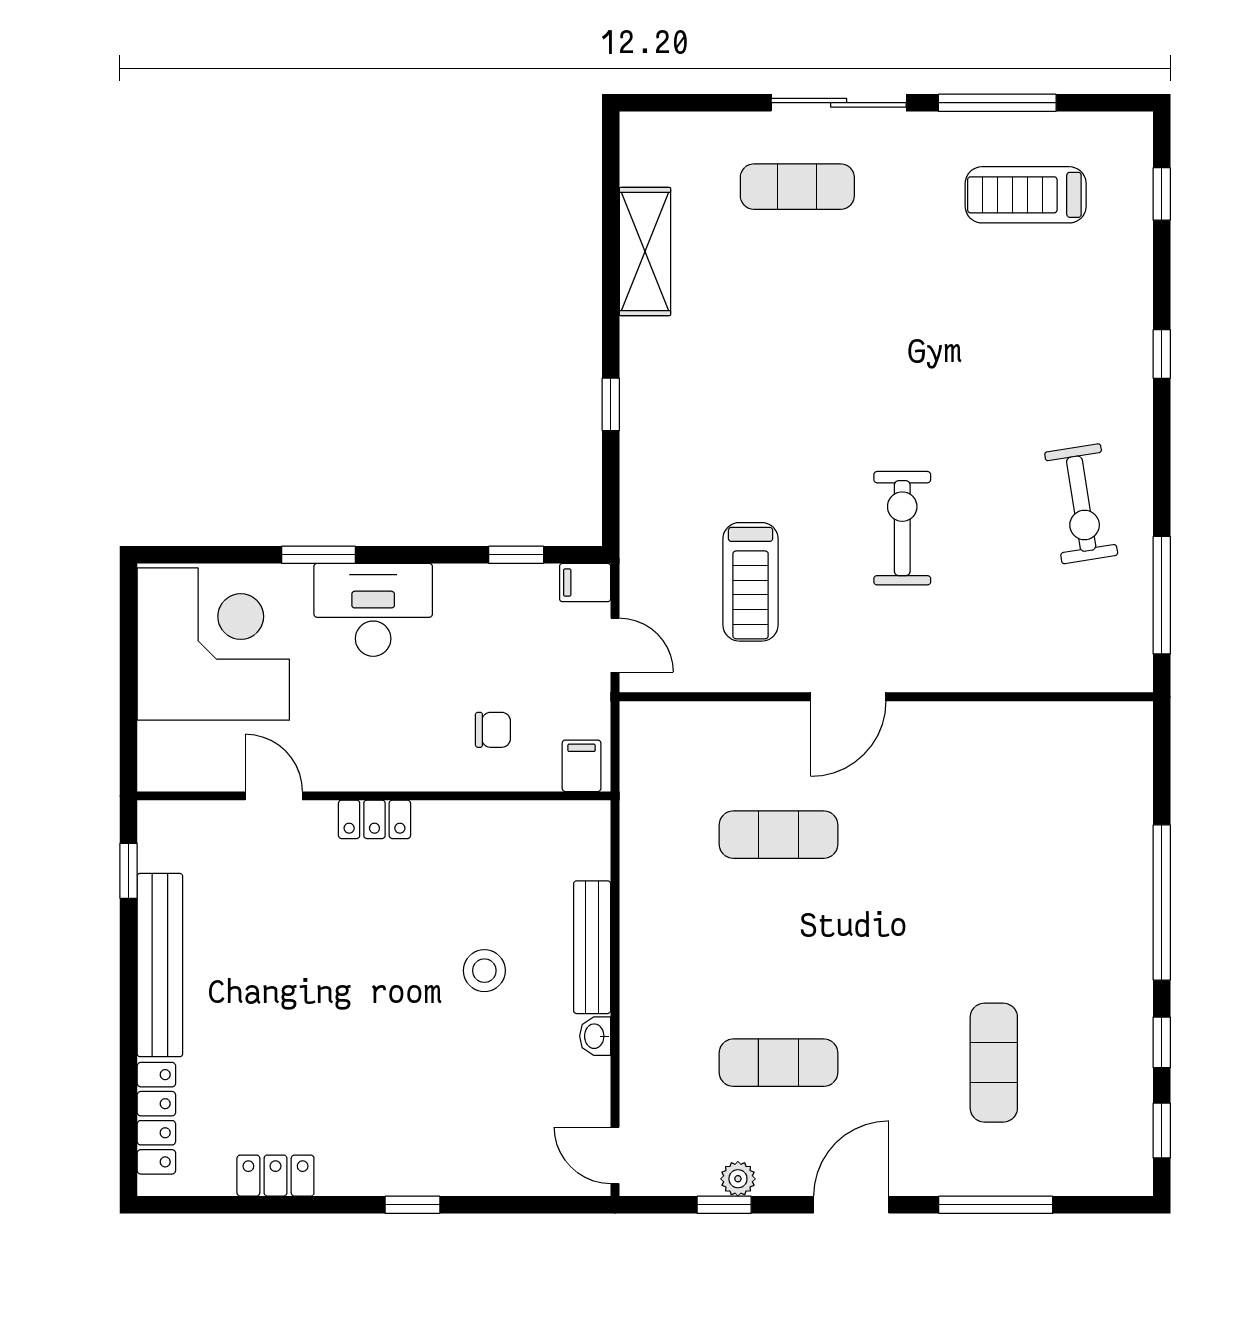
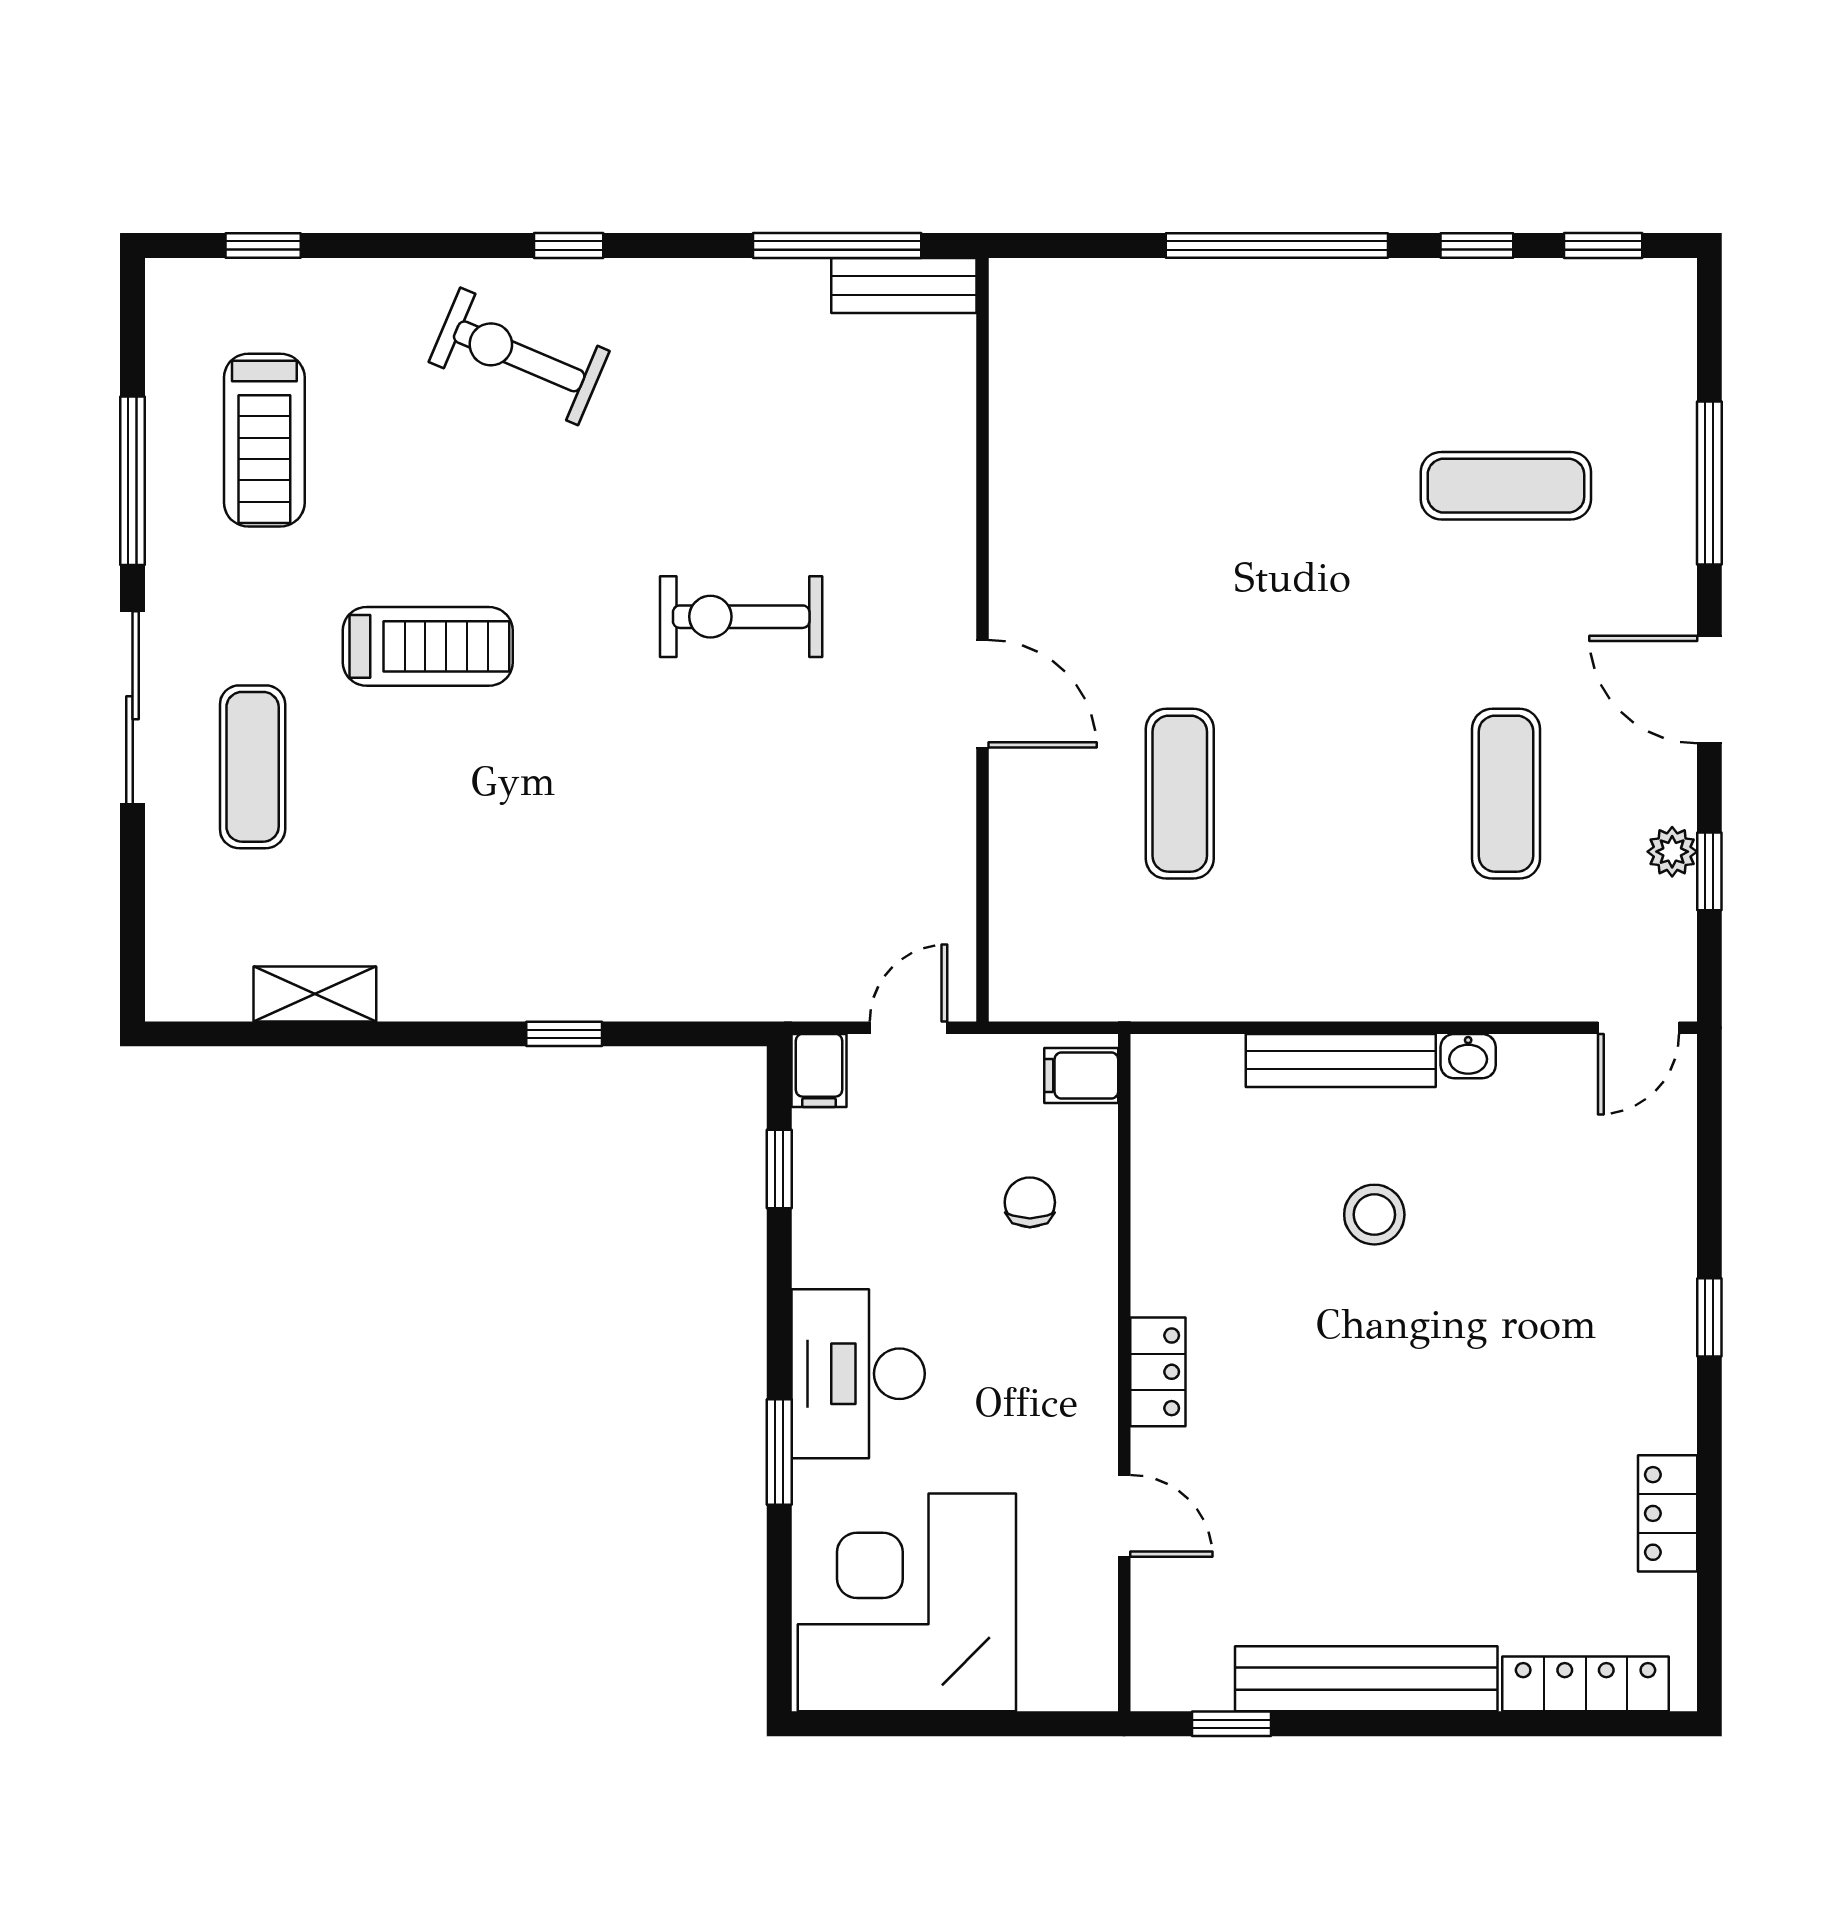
shelving: (645, 252) -> (315, 994), width x0.67, depth x0.75
window: (1162, 354) -> (569, 245), moved
exercise bike: (1081, 504) -> (519, 356), moved, turned -148
treadmill: (751, 582) -> (428, 646), moved
bench: (1134, 642) -> (904, 285), added
door: (274, 796) -> (1124, 1516), swing flipped

